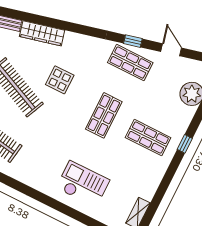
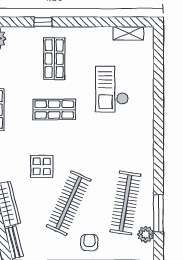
checkout: (83, 184) -> (112, 89), moved

